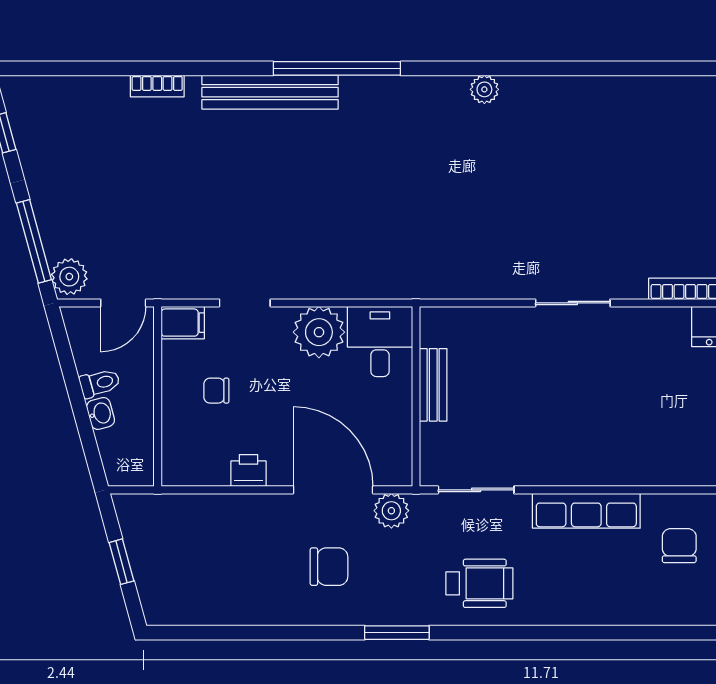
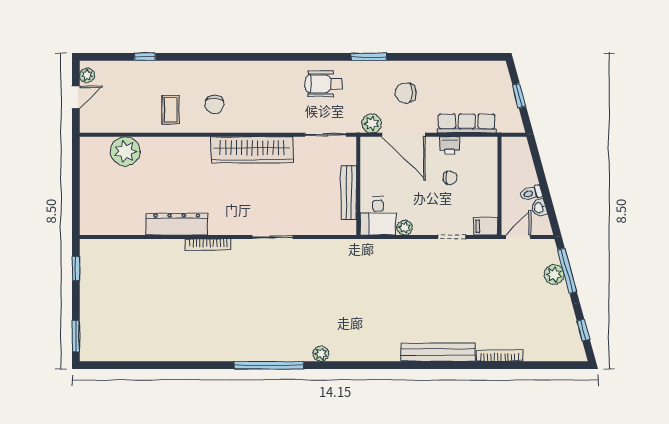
window: (337, 68) -> (269, 365), moved
bookcase: (157, 86) -> (500, 356), width x1.56
plant: (69, 277) -> (554, 275), moved
plant: (319, 332) -> (405, 228), width x0.53, depth x0.53
bench: (433, 385) -> (349, 192), width x1.36
chair: (216, 391) -> (450, 178), moved
washbasin: (101, 413) -> (539, 208), moved
wardrobe: (610, 462) -> (252, 150), added
row of seats: (586, 511) -> (467, 123), moved

